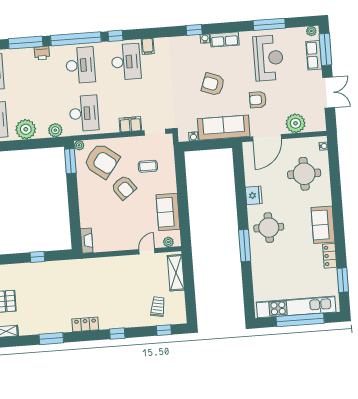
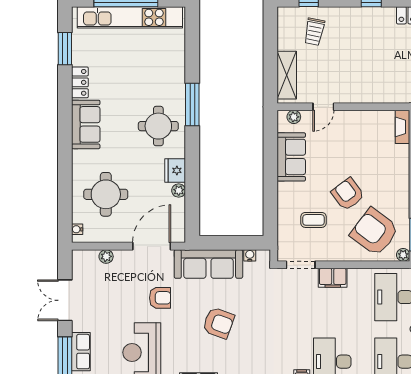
plant: (296, 123) -> (106, 256), width x0.53, depth x0.53
plant: (250, 181) -> (179, 191), added

